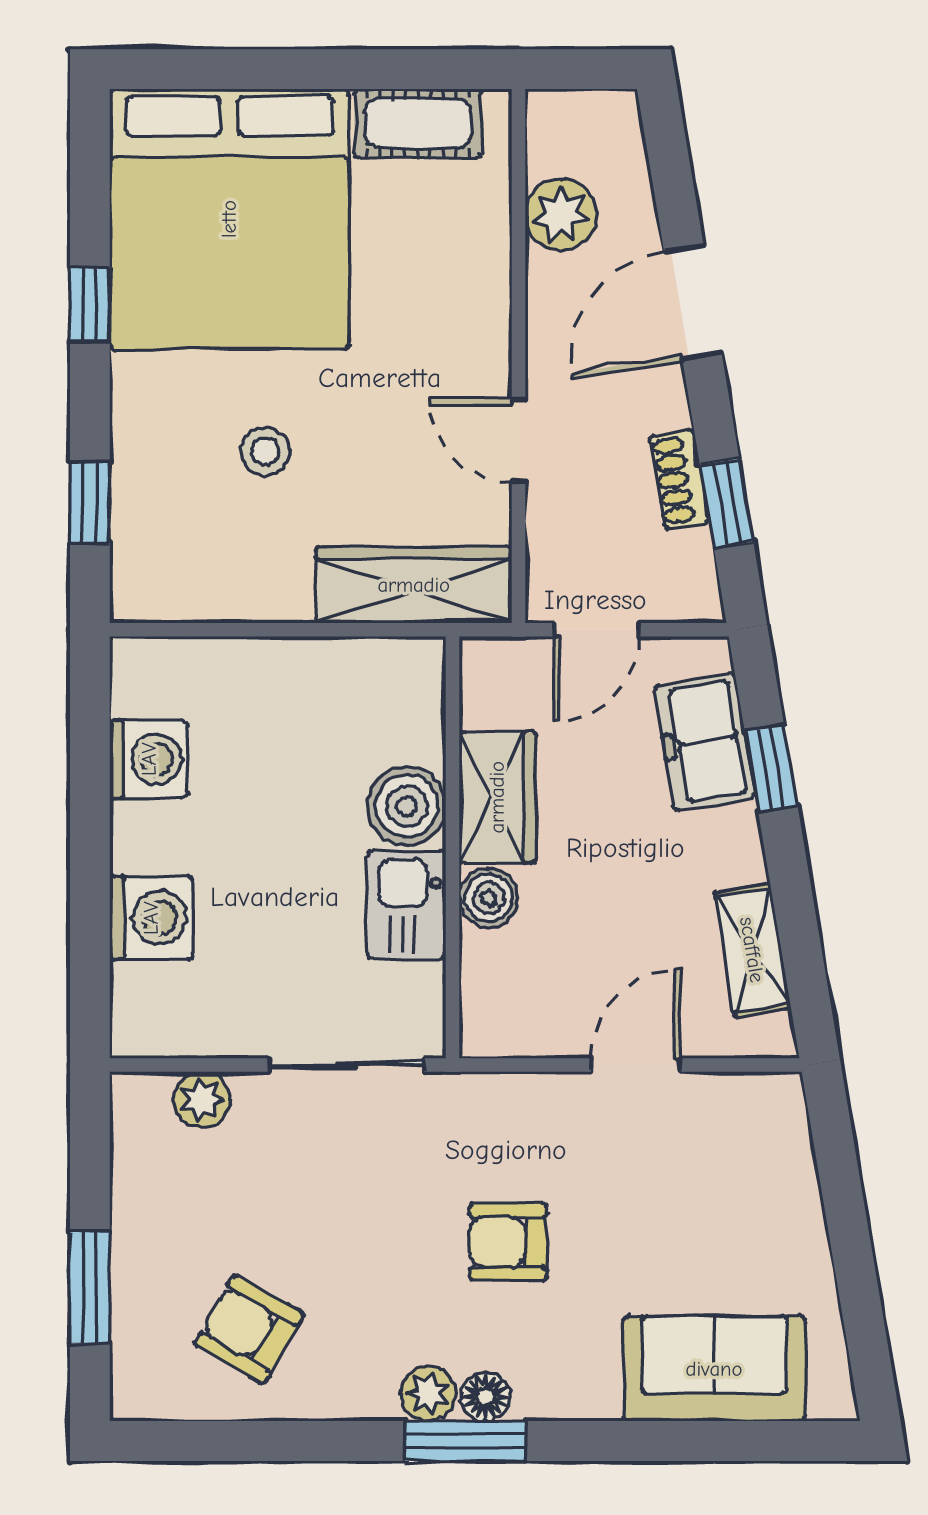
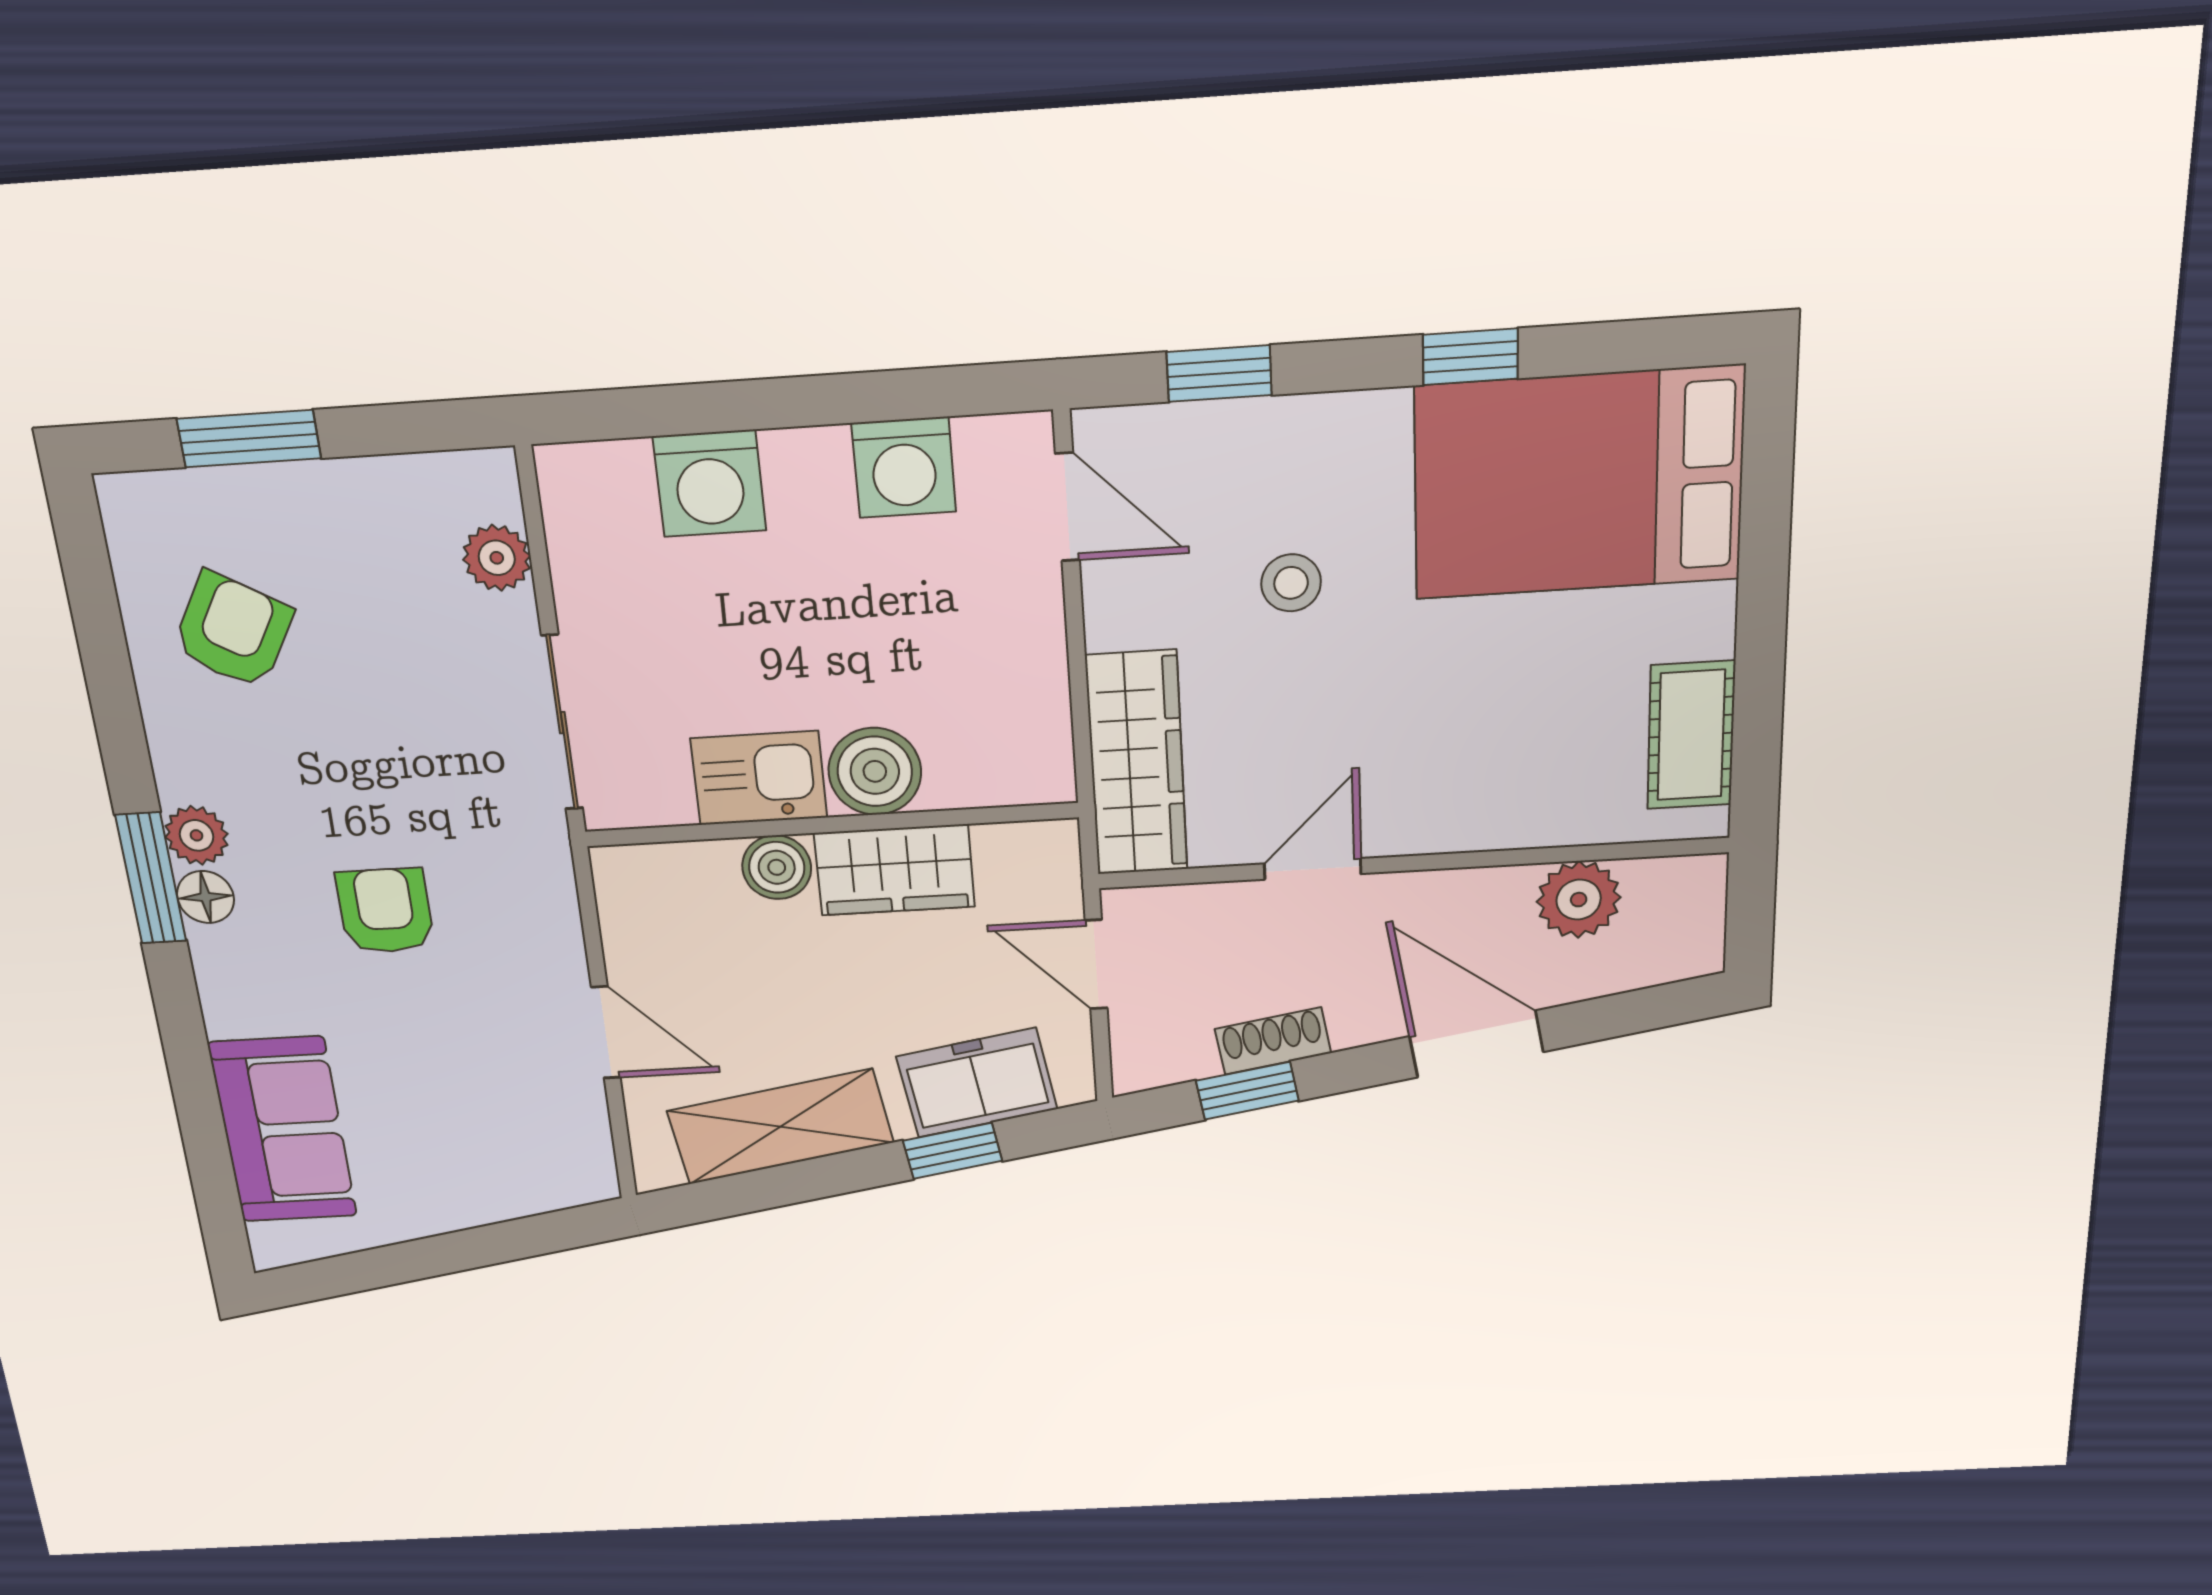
bed: (229, 219) -> (1578, 483), width x0.73
door: (190, 630) -> (1067, 507), added
shelving: (752, 950) -> (780, 1127), width x1.50, depth x1.33

